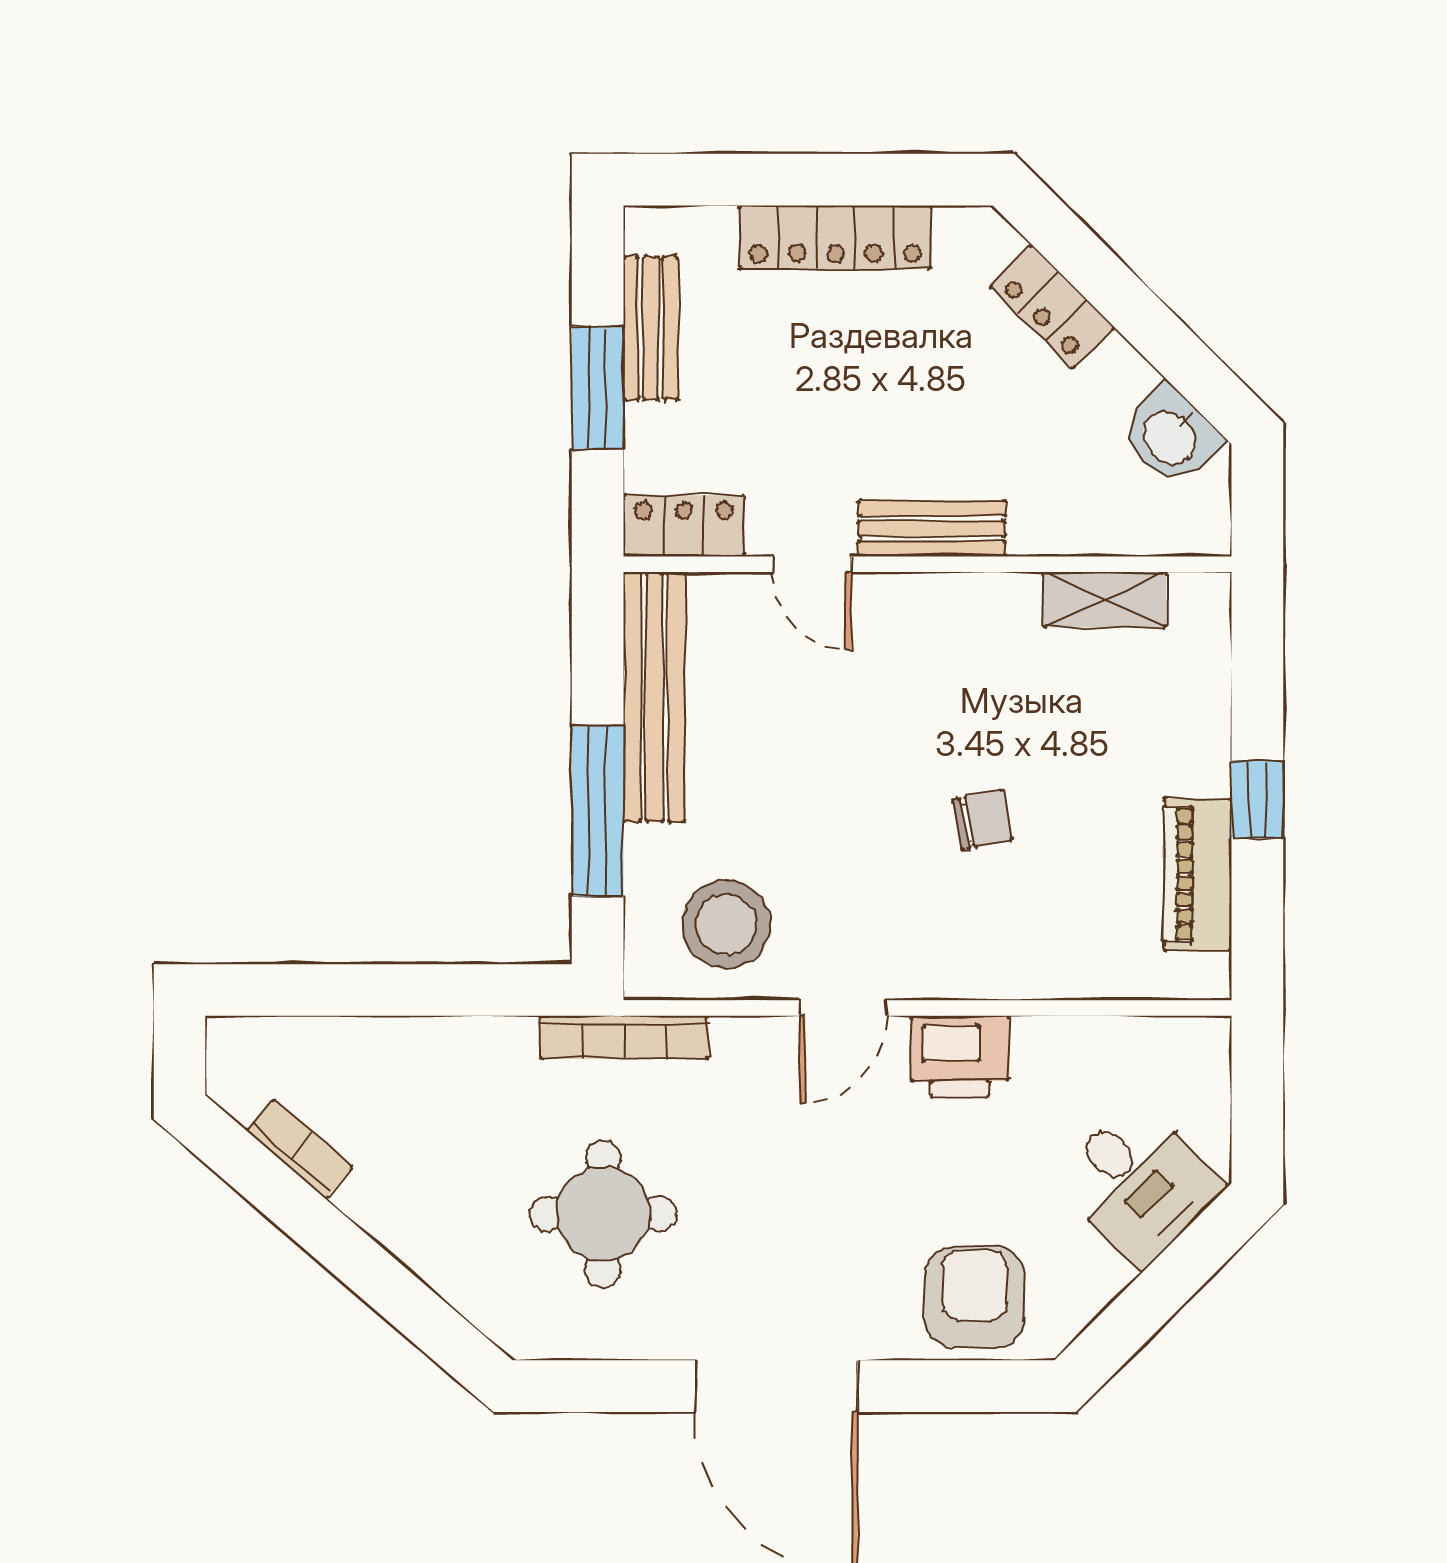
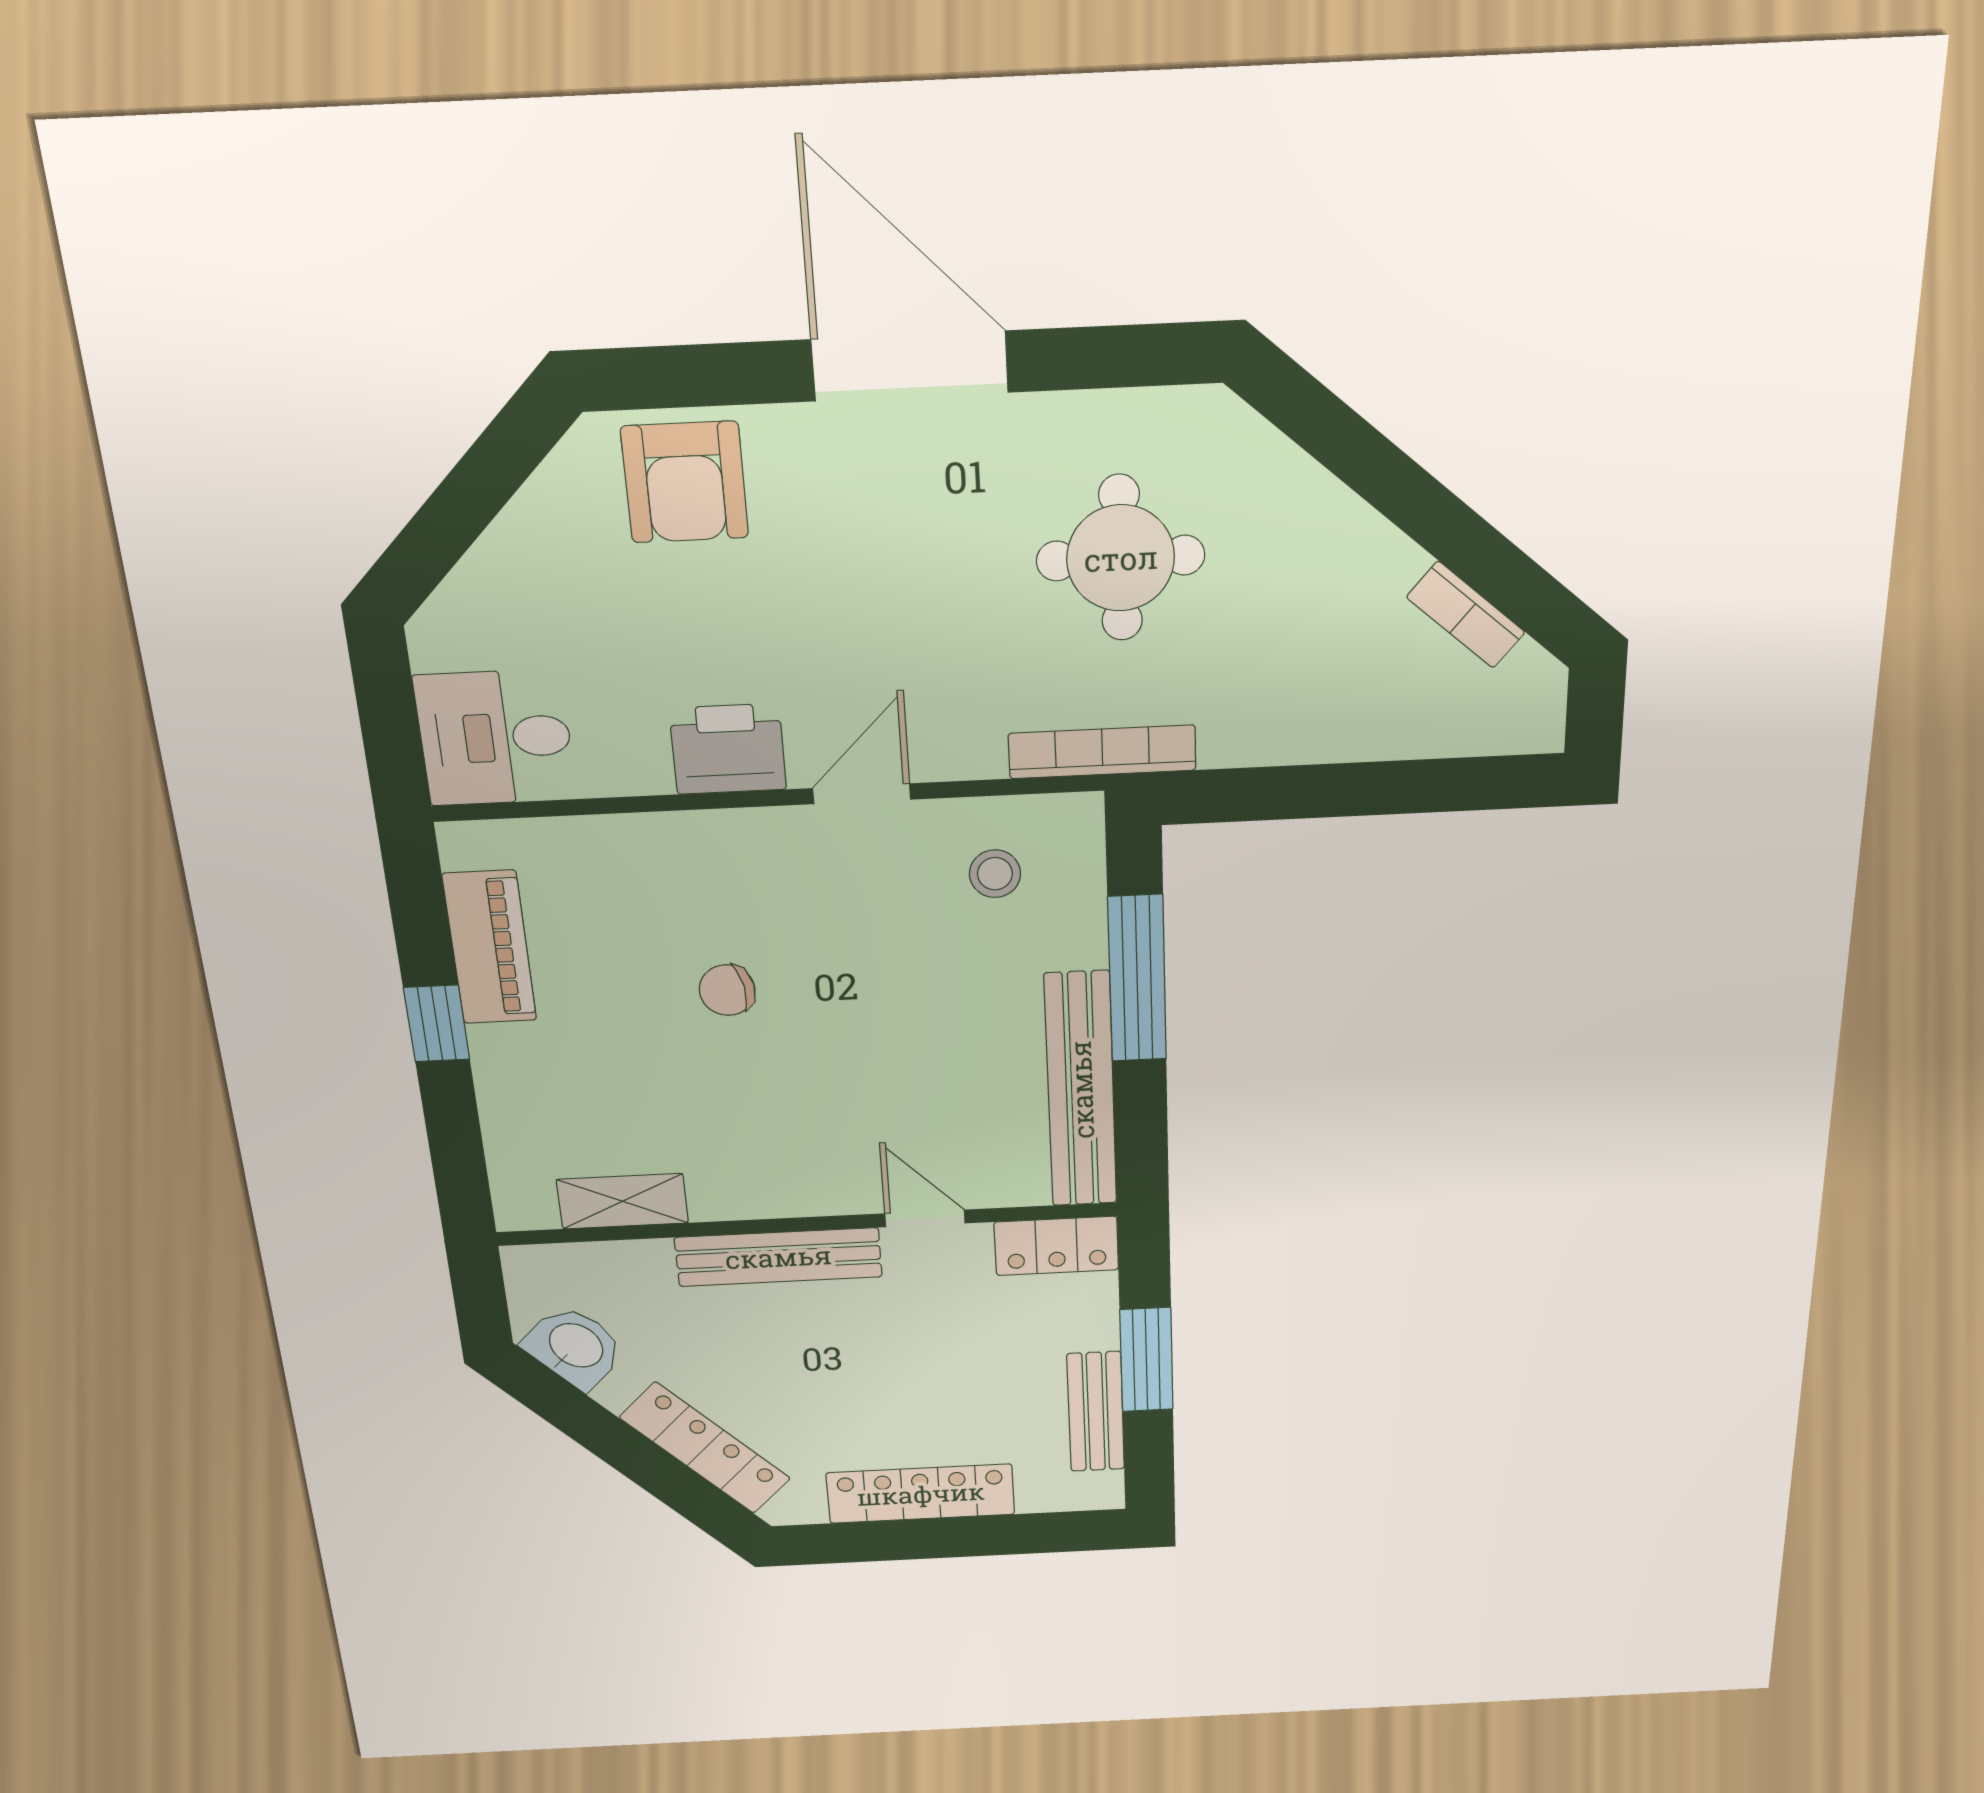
locker: (1052, 307) -> (705, 1448), width x1.53
bench: (932, 528) -> (778, 1257), width x1.36
stool: (726, 924) -> (995, 874), width x0.53, depth x0.53
desk: (1138, 1183) -> (495, 738), moved, turned -45

